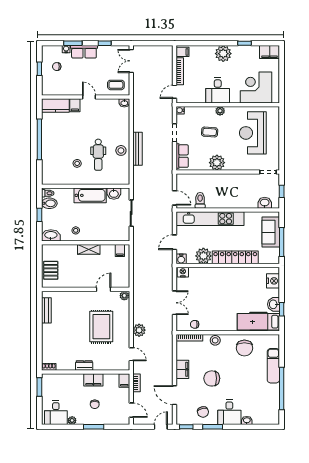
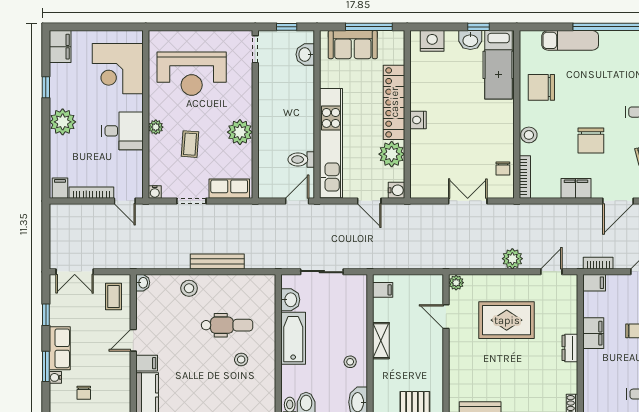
stool: (121, 150) -> (189, 288), moved
nightstand: (183, 272) -> (418, 120), moved
chair: (244, 348) -> (541, 87), turned 180

